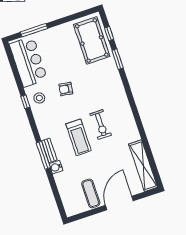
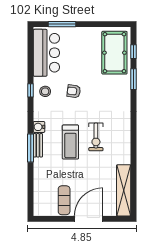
water cooler: (56, 167) -> (39, 127), moved

